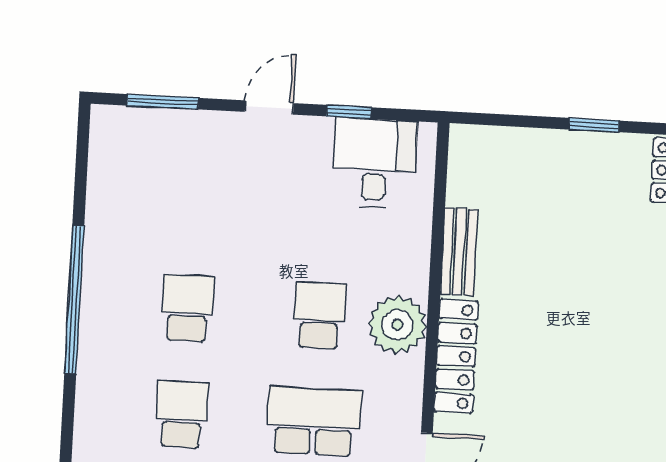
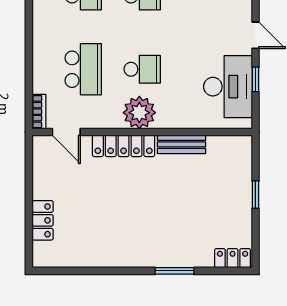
window: (594, 125) -> (255, 195), moved
desk: (375, 163) -> (228, 87), width x1.37

